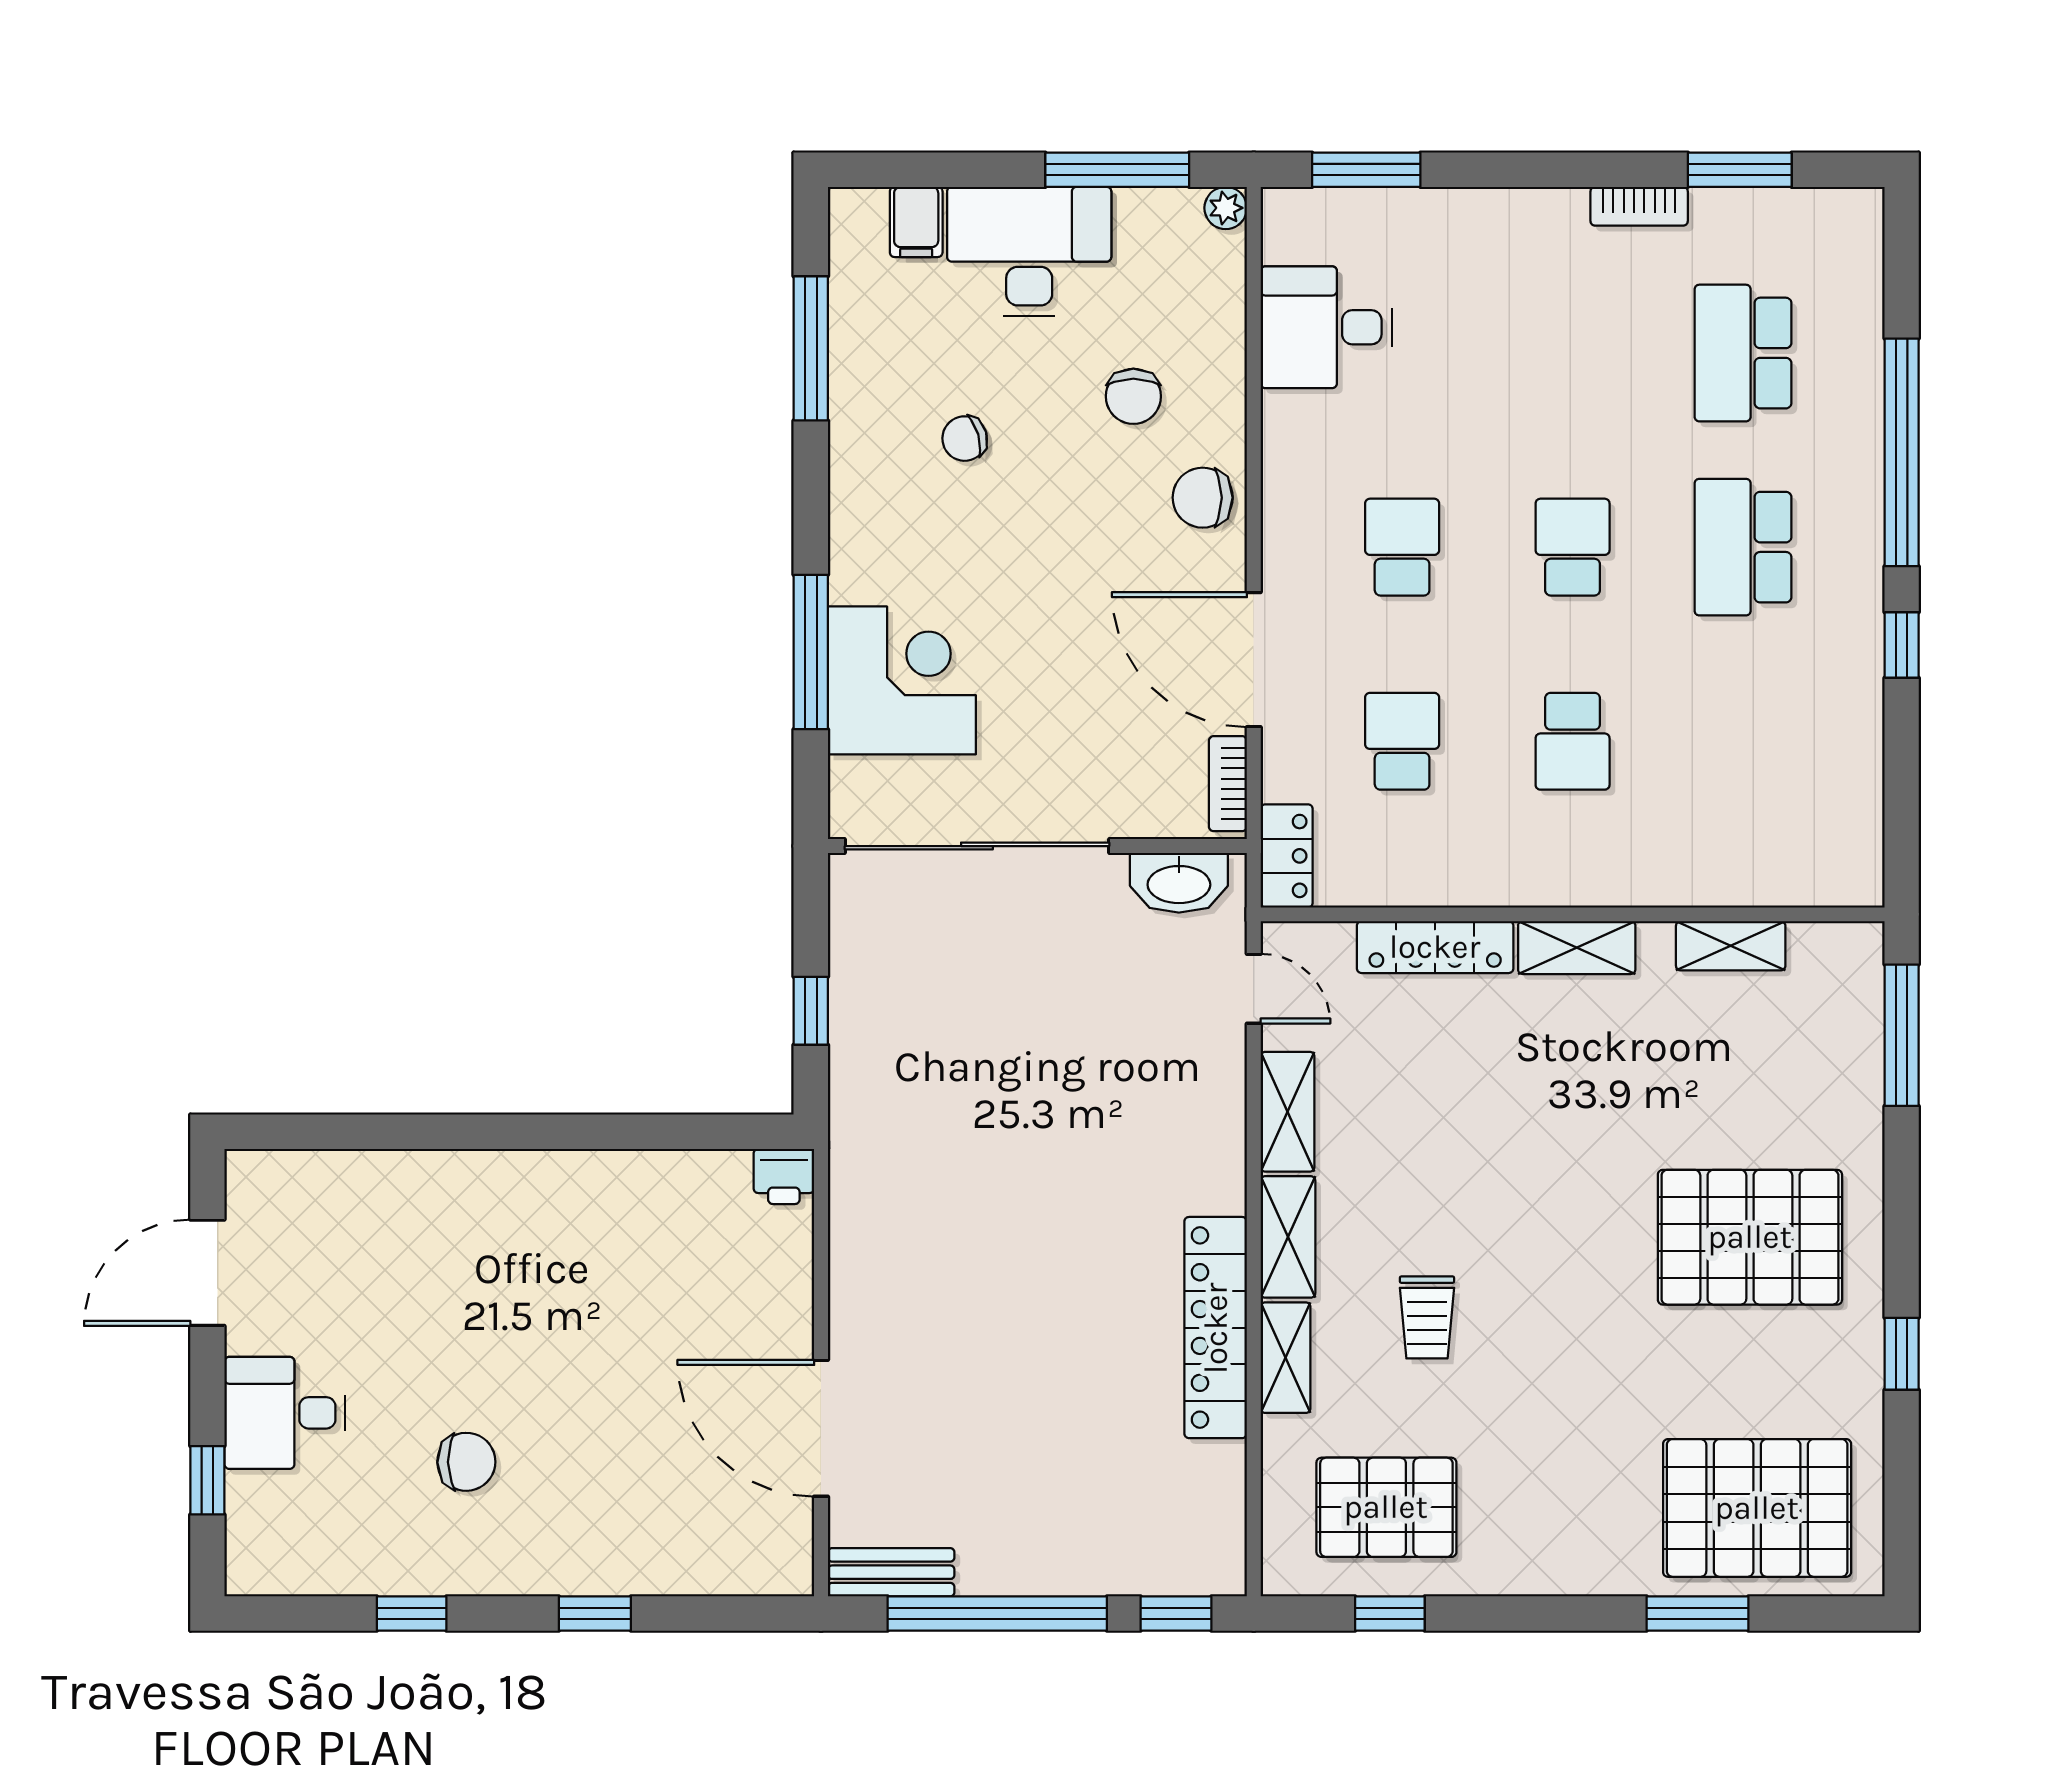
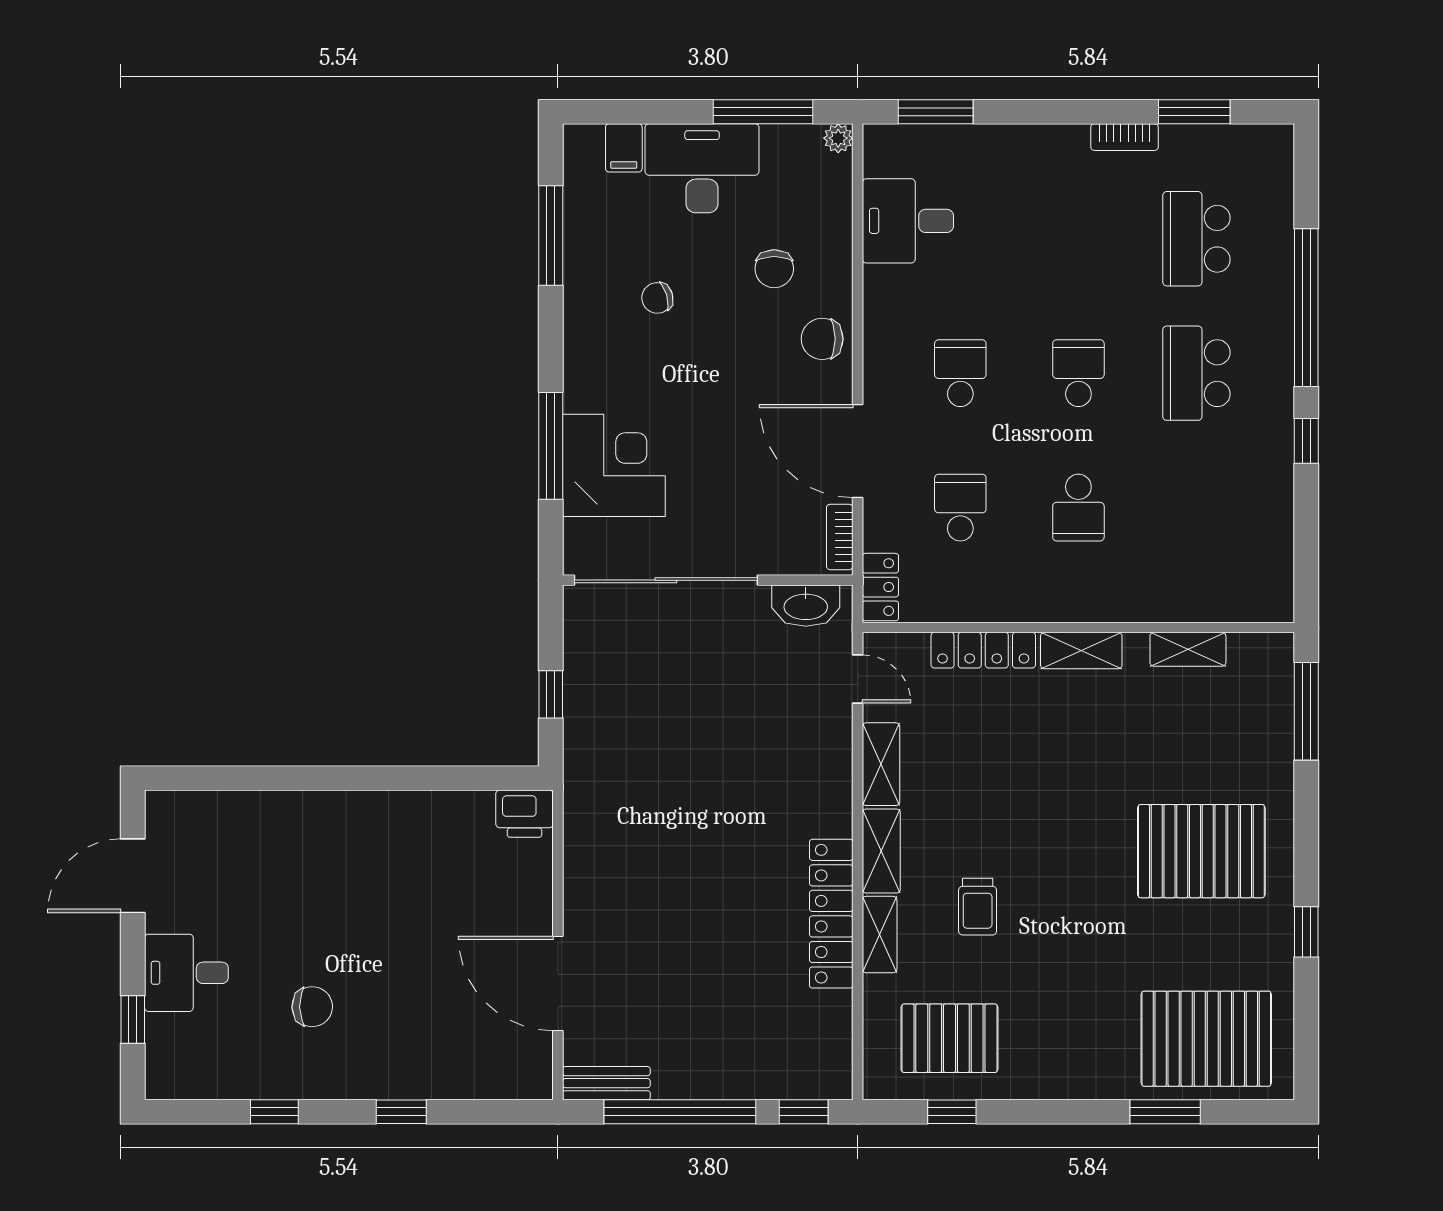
printer: (784, 1176) -> (525, 814), width x1.36, depth x1.24

